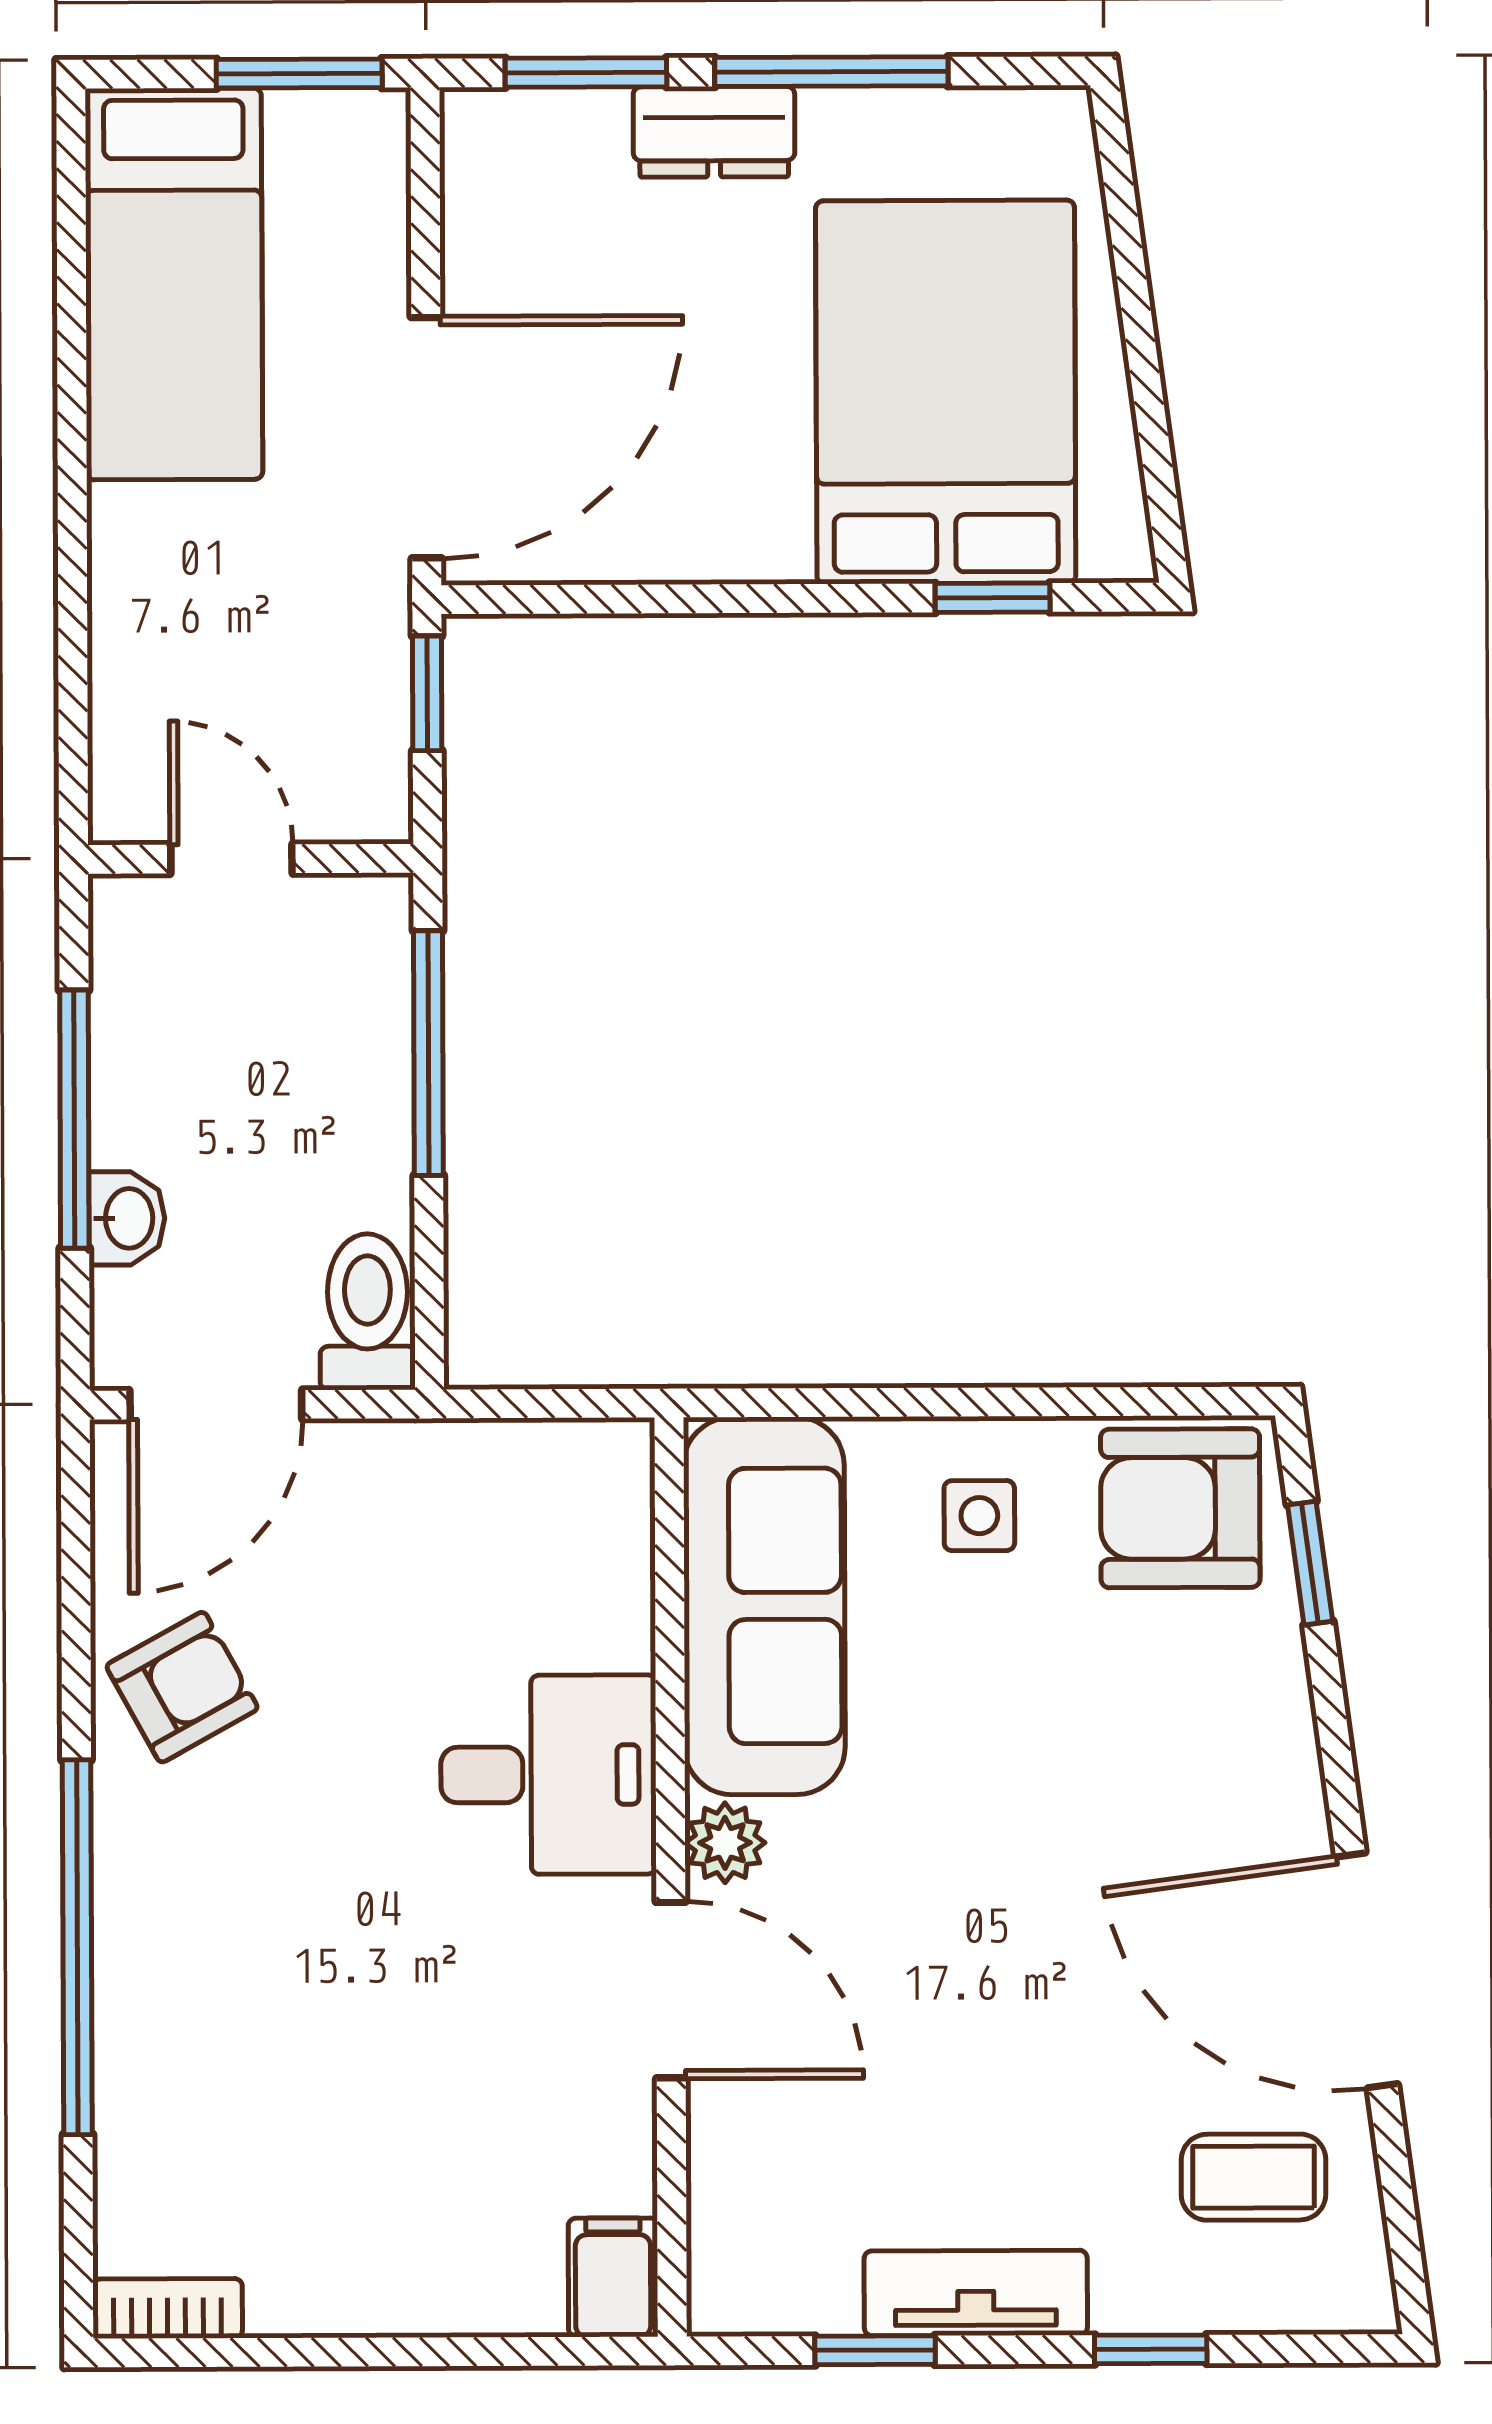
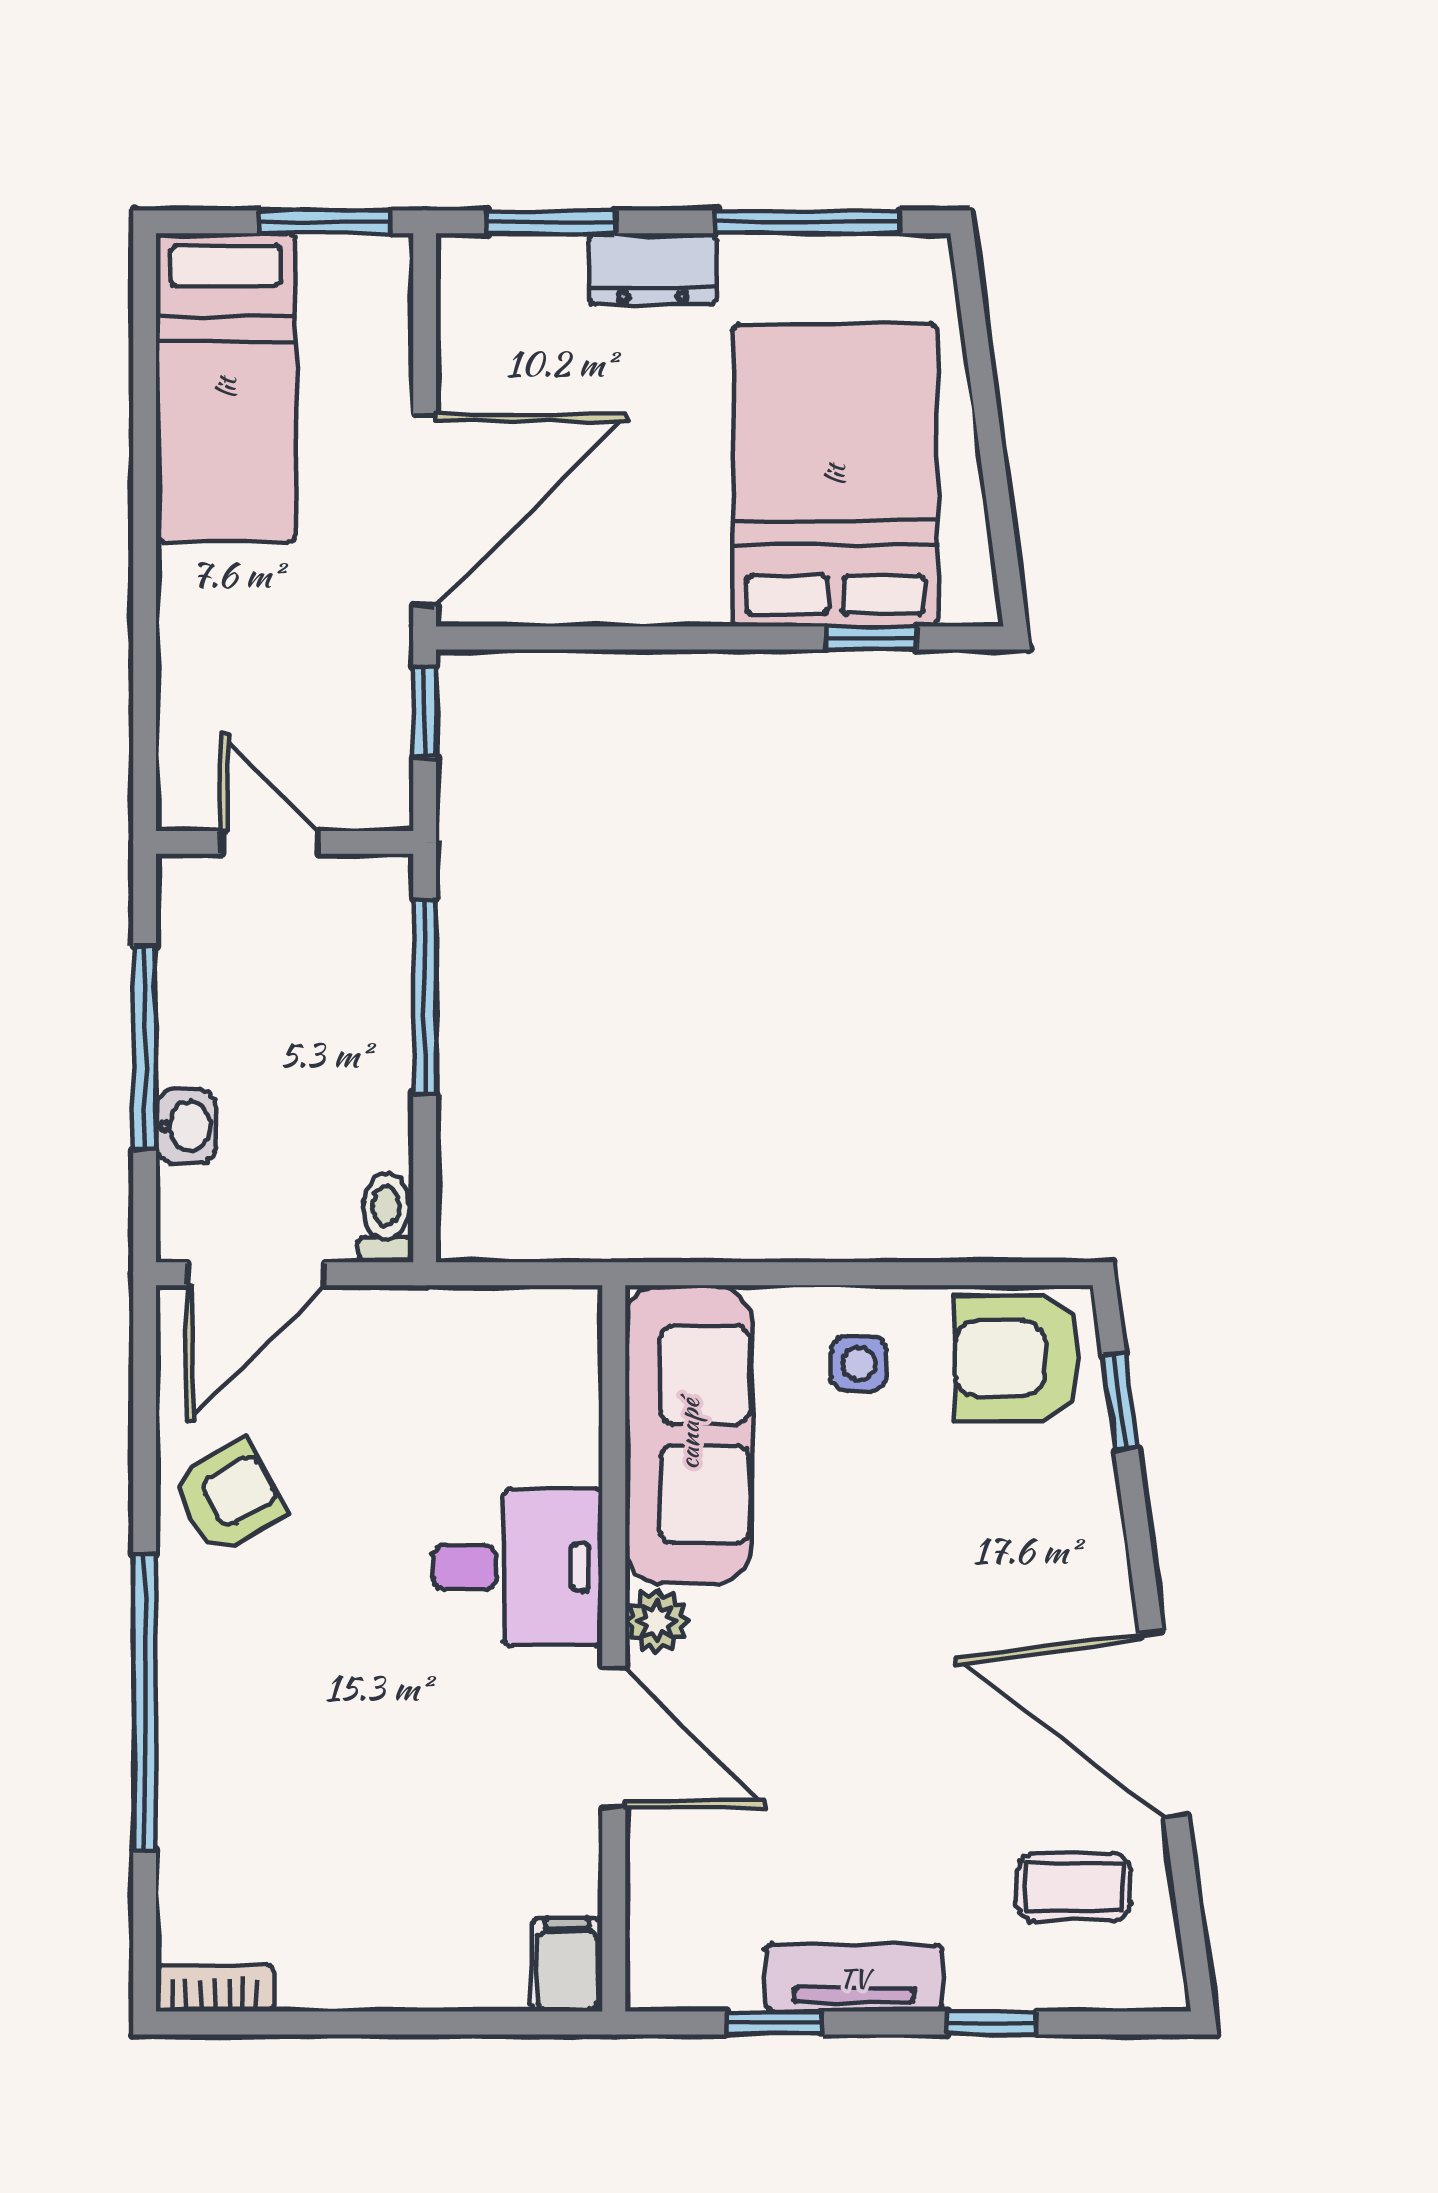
window: (831, 72) -> (808, 222), moved
toilet: (368, 1312) -> (386, 1218), width x0.73, depth x0.72

